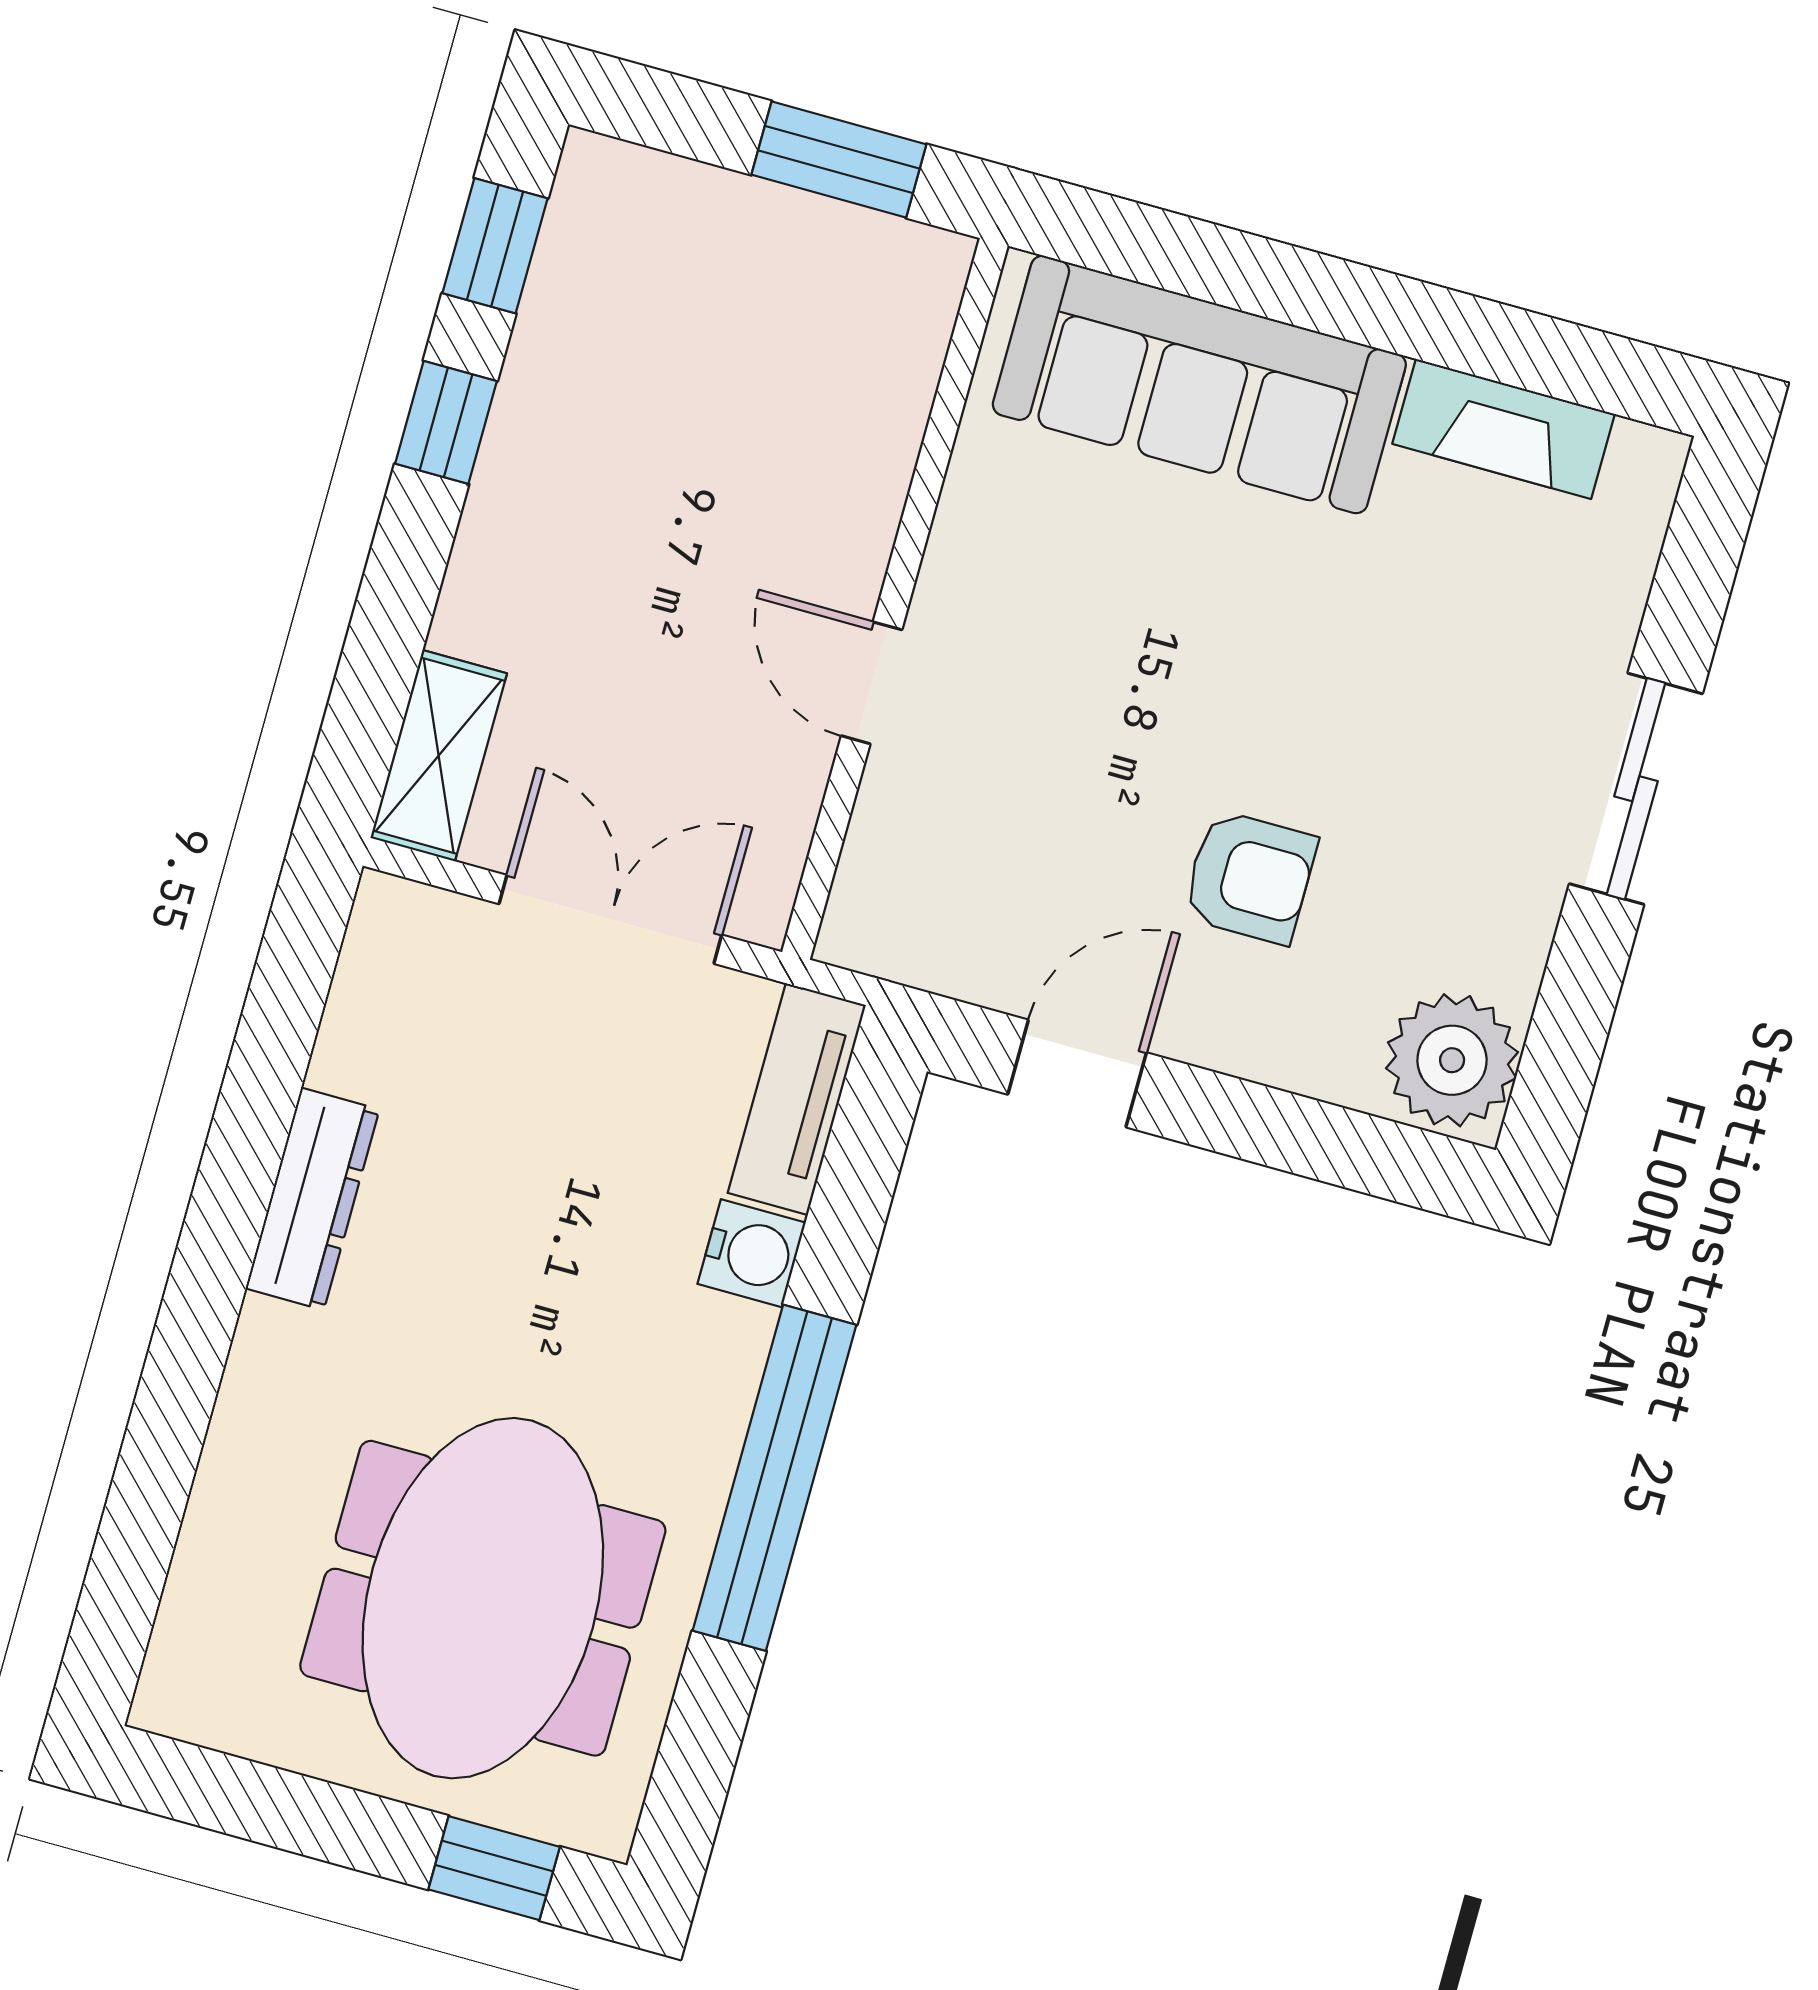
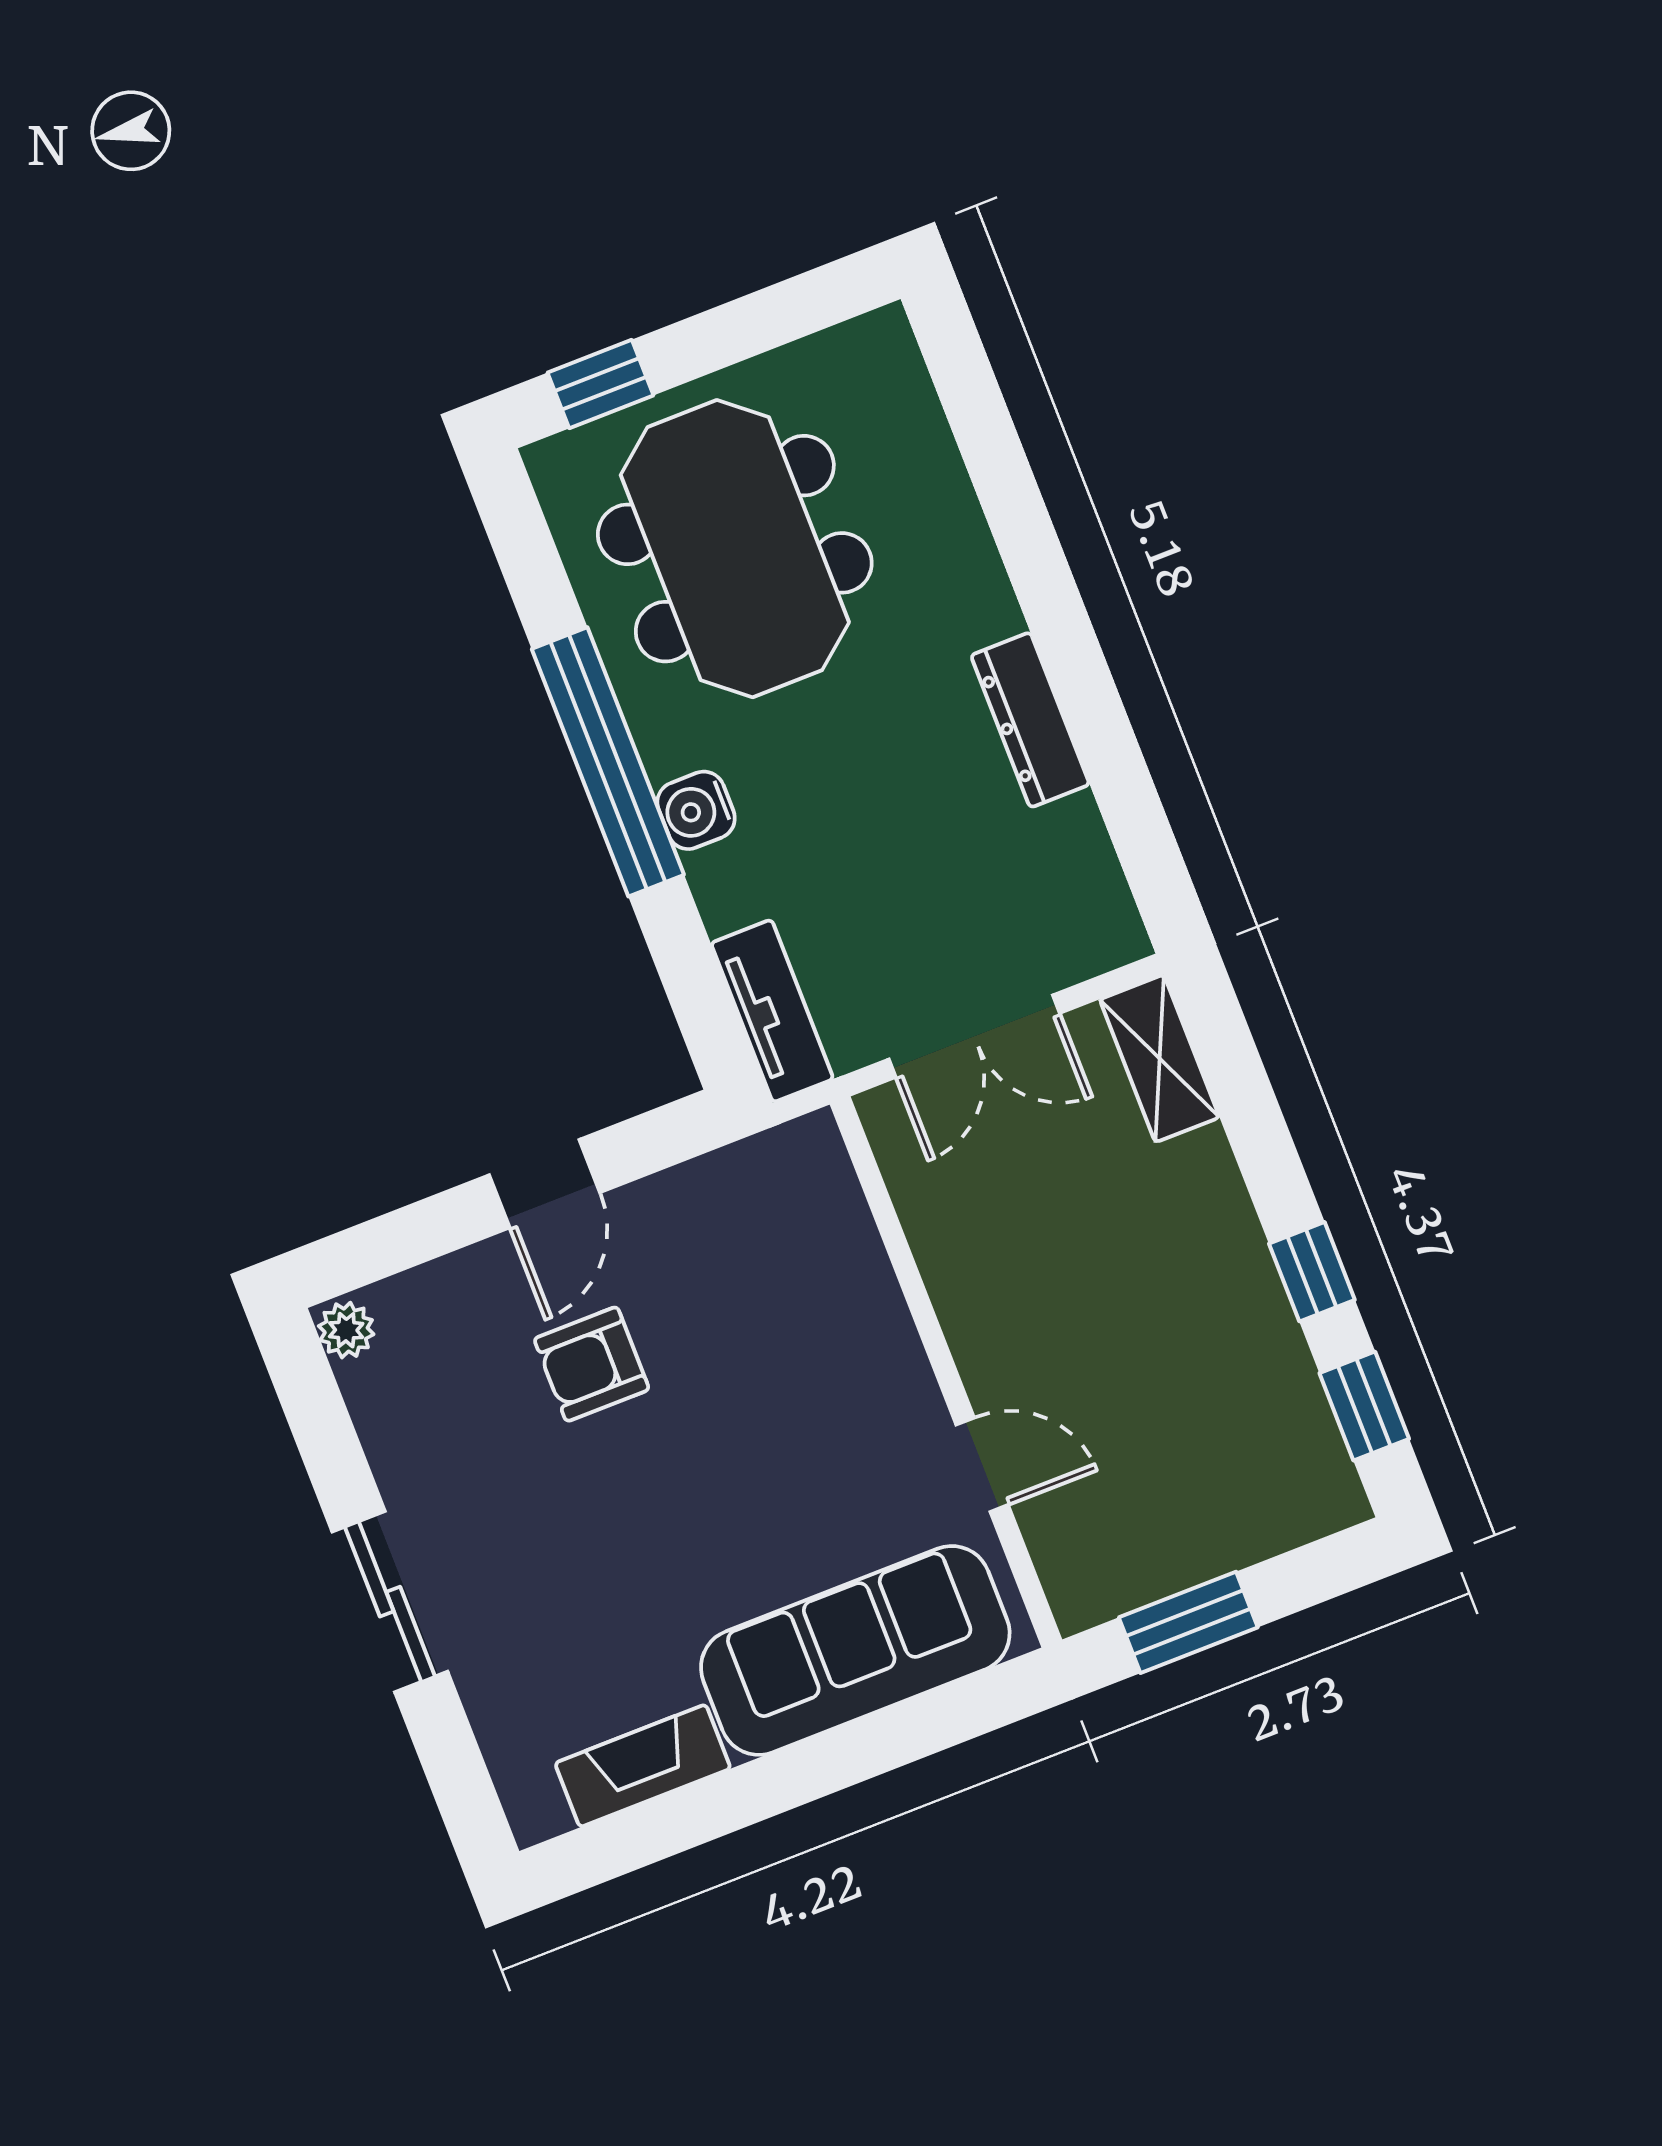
door: (872, 683) -> (982, 1465), moved
plant: (1452, 1060) -> (346, 1330), width x0.53, depth x0.53
door: (1077, 1073) -> (544, 1184), moved
water cooler: (752, 1253) -> (696, 810), moved

